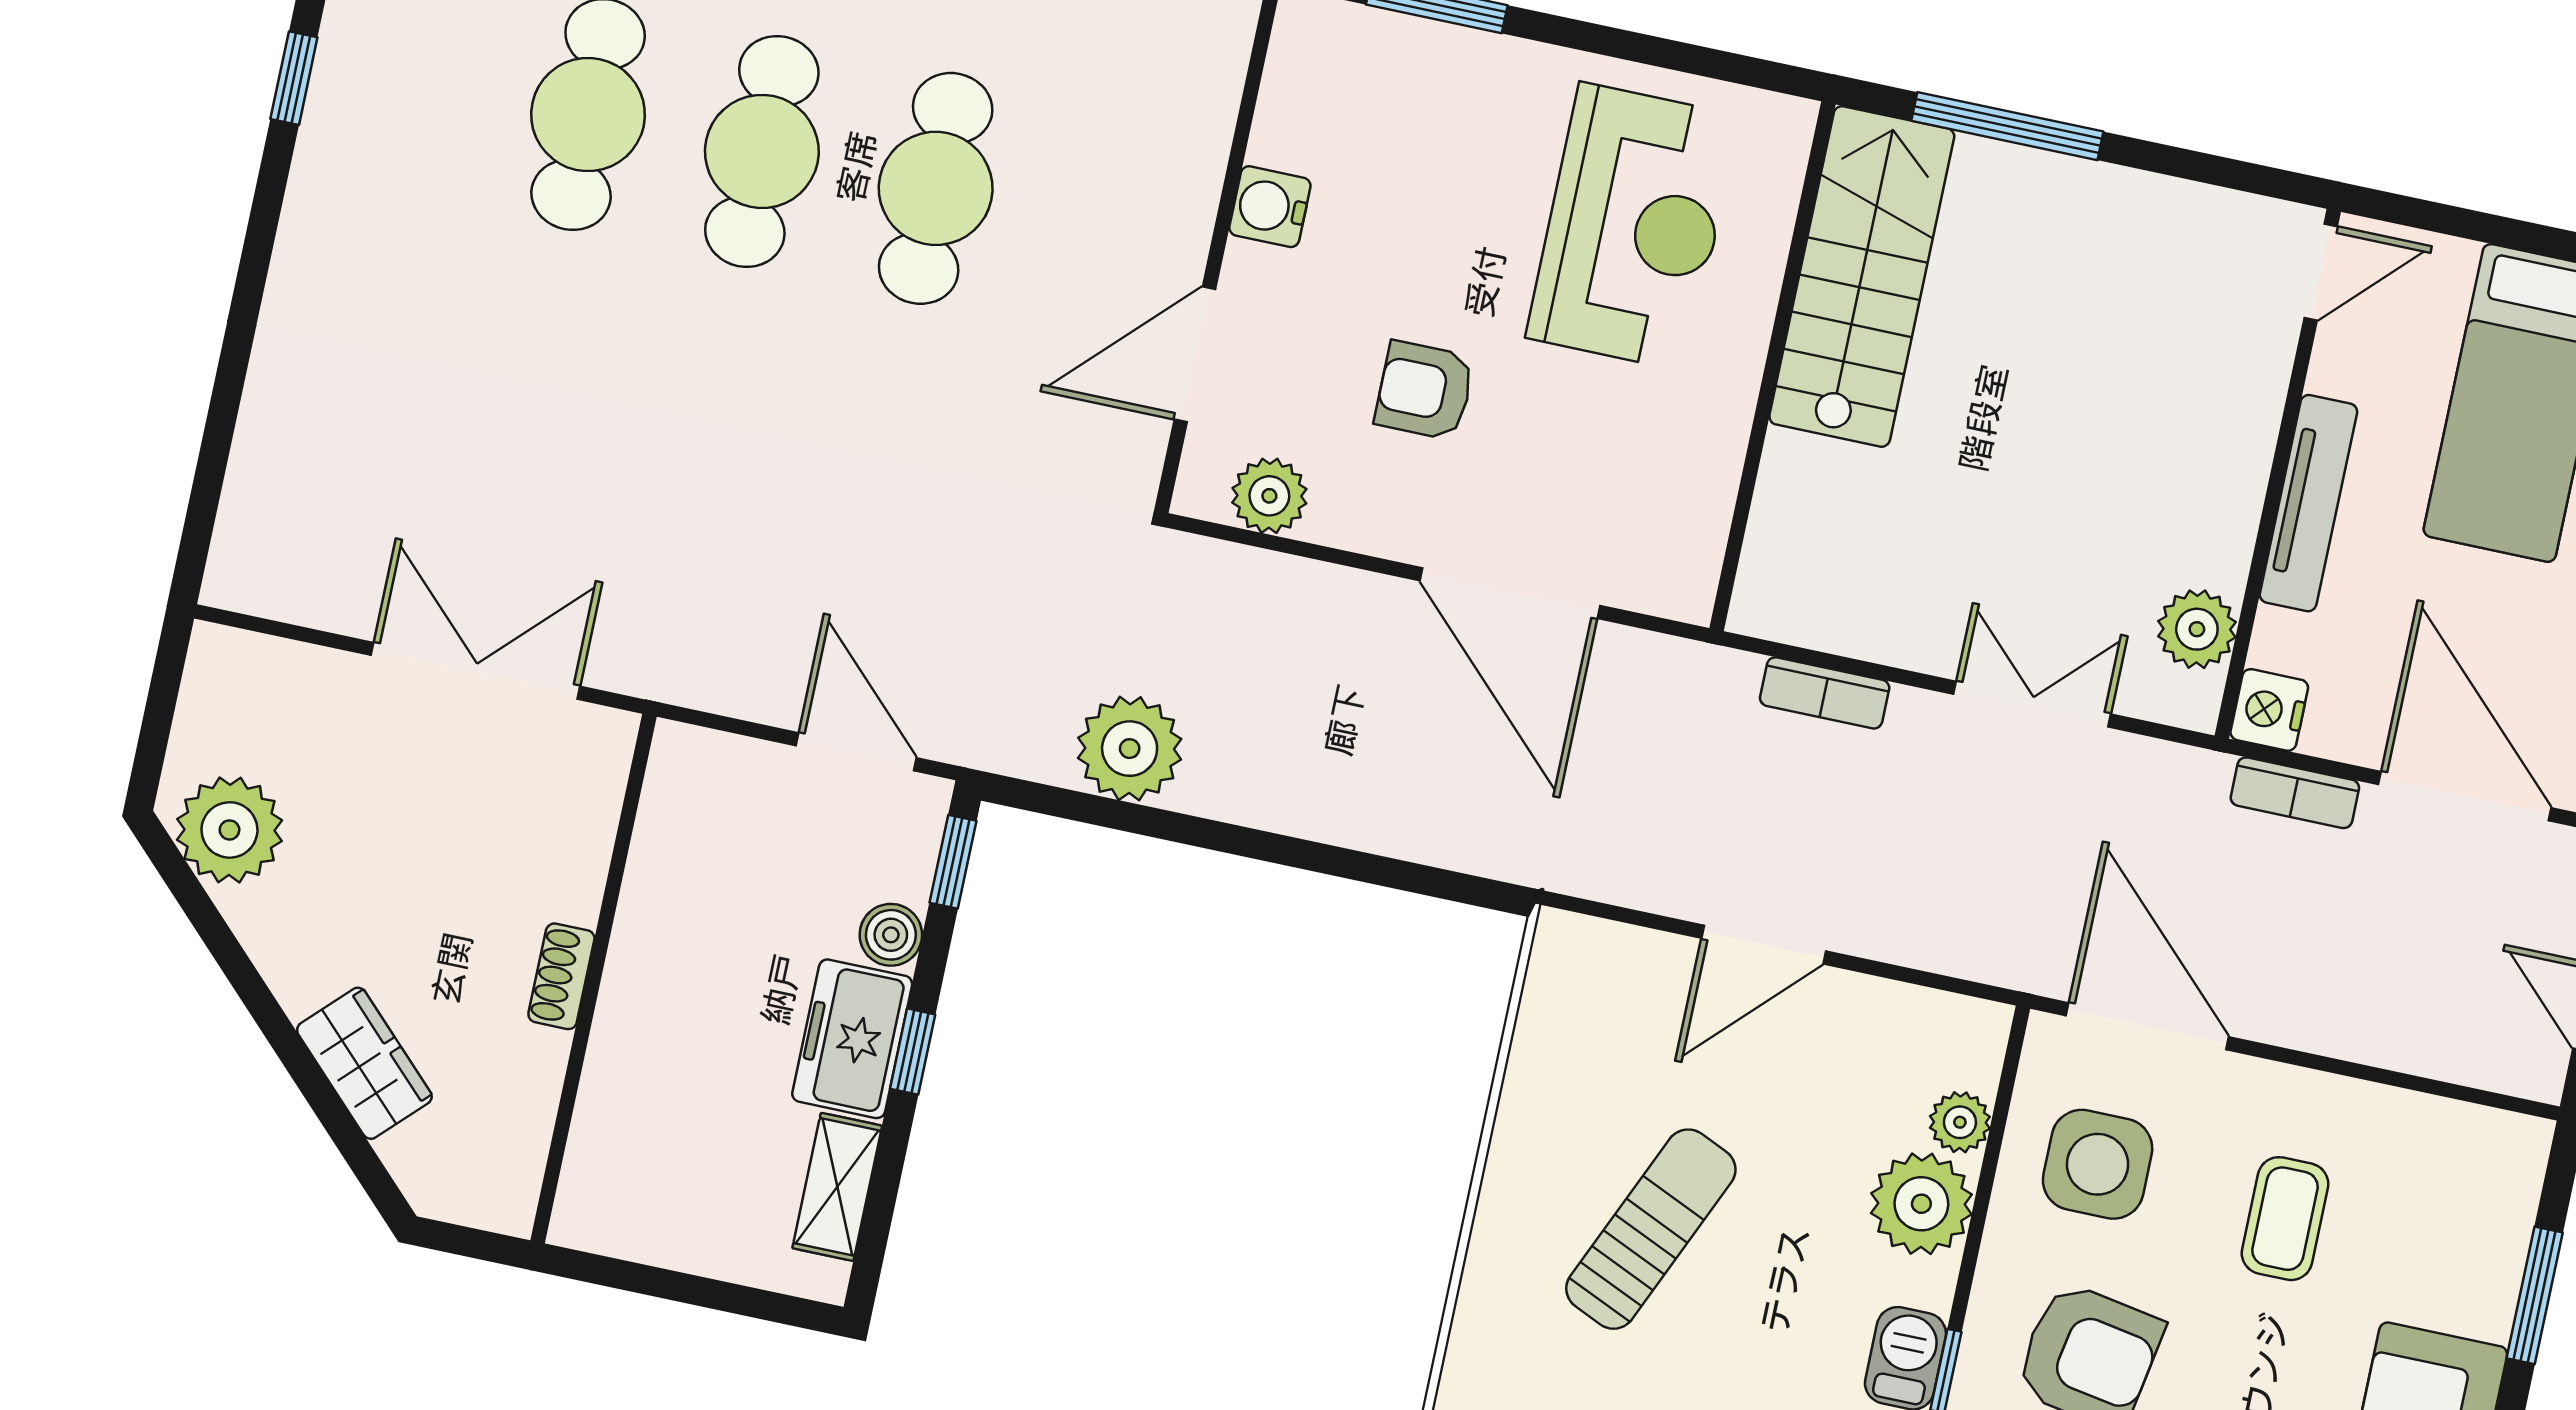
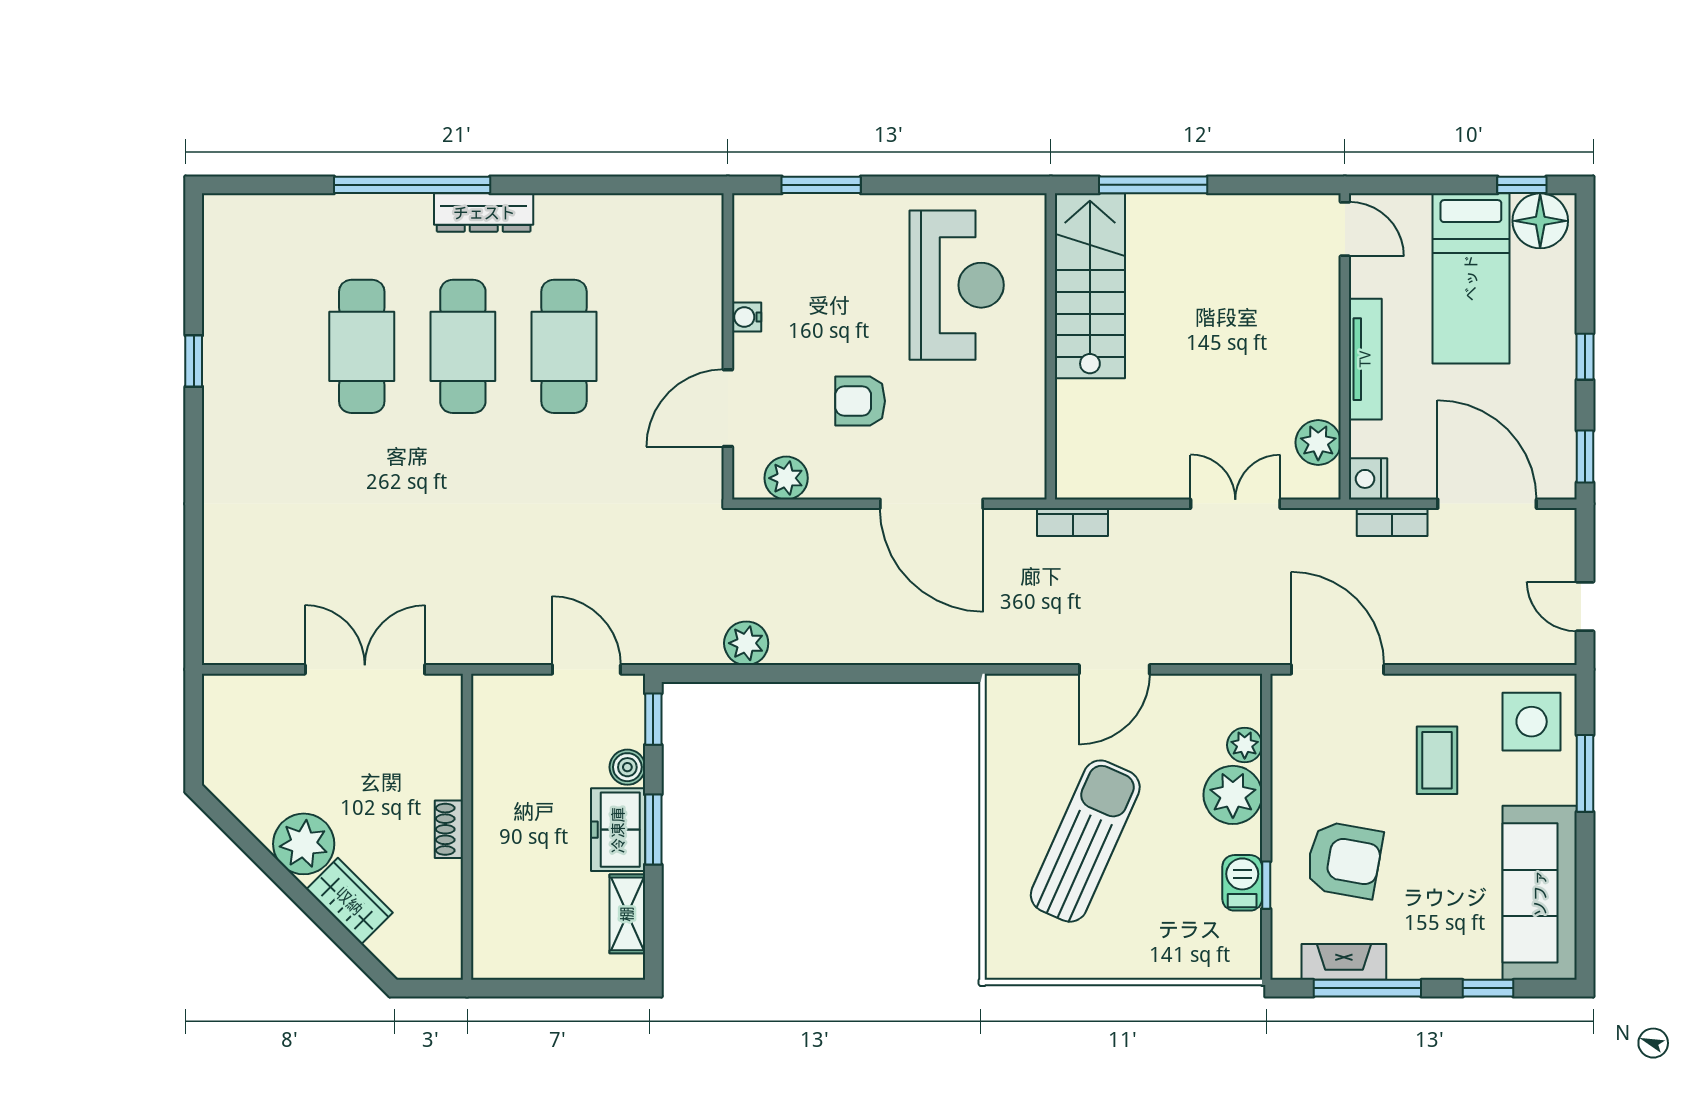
water cooler: (1270, 207) -> (747, 317), width x0.72, depth x0.72
door: (2321, 272) -> (1345, 229), hinge flipped
bookcase: (1825, 693) -> (1073, 522), moved
plant: (1130, 749) -> (746, 643), width x0.73, depth x0.73
plant: (229, 830) -> (304, 844), moved
window: (913, 1052) -> (653, 830), width x1.50
side table: (2098, 1164) -> (1532, 722), moved
sun lounger: (1651, 1229) -> (1085, 841), width x1.36, depth x1.34

